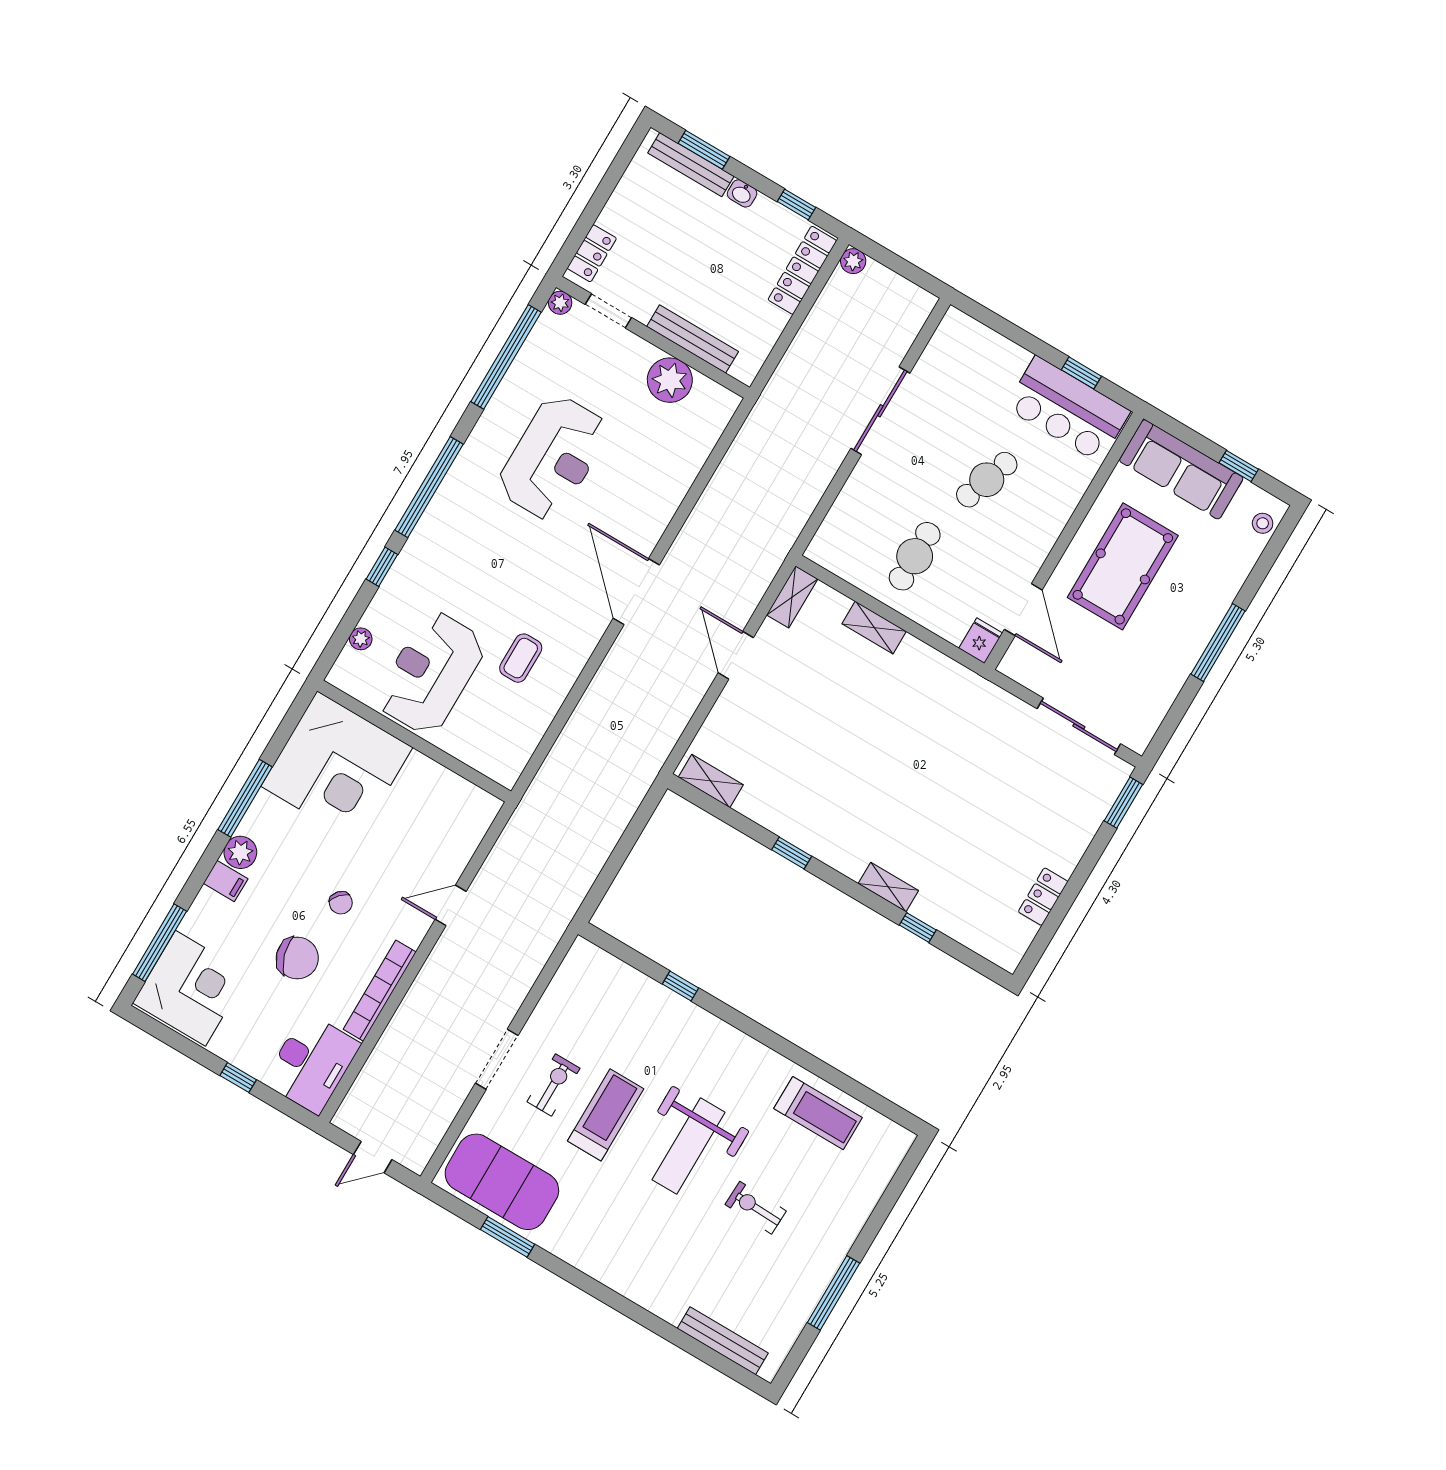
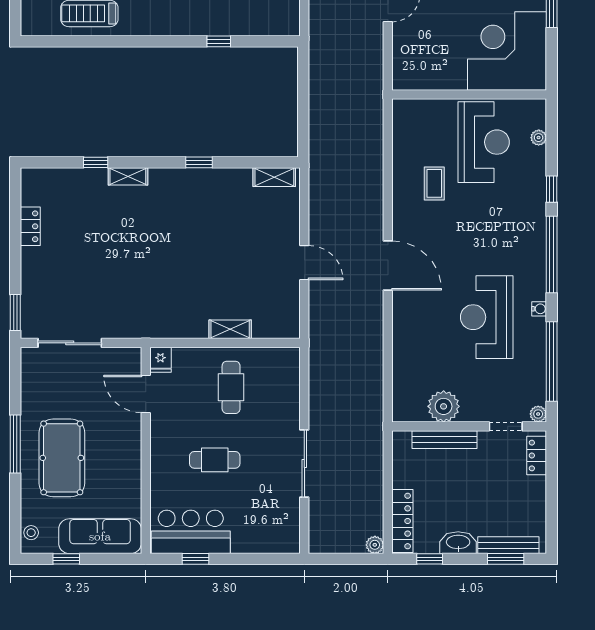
washbasin: (742, 193) -> (458, 543), width x1.91, depth x1.45
water cooler: (483, 430) -> (539, 309), added
cafe table: (987, 480) -> (215, 460), turned 71
pool table: (1123, 566) -> (62, 458), moved
shelving: (792, 597) -> (291, 318), removed

